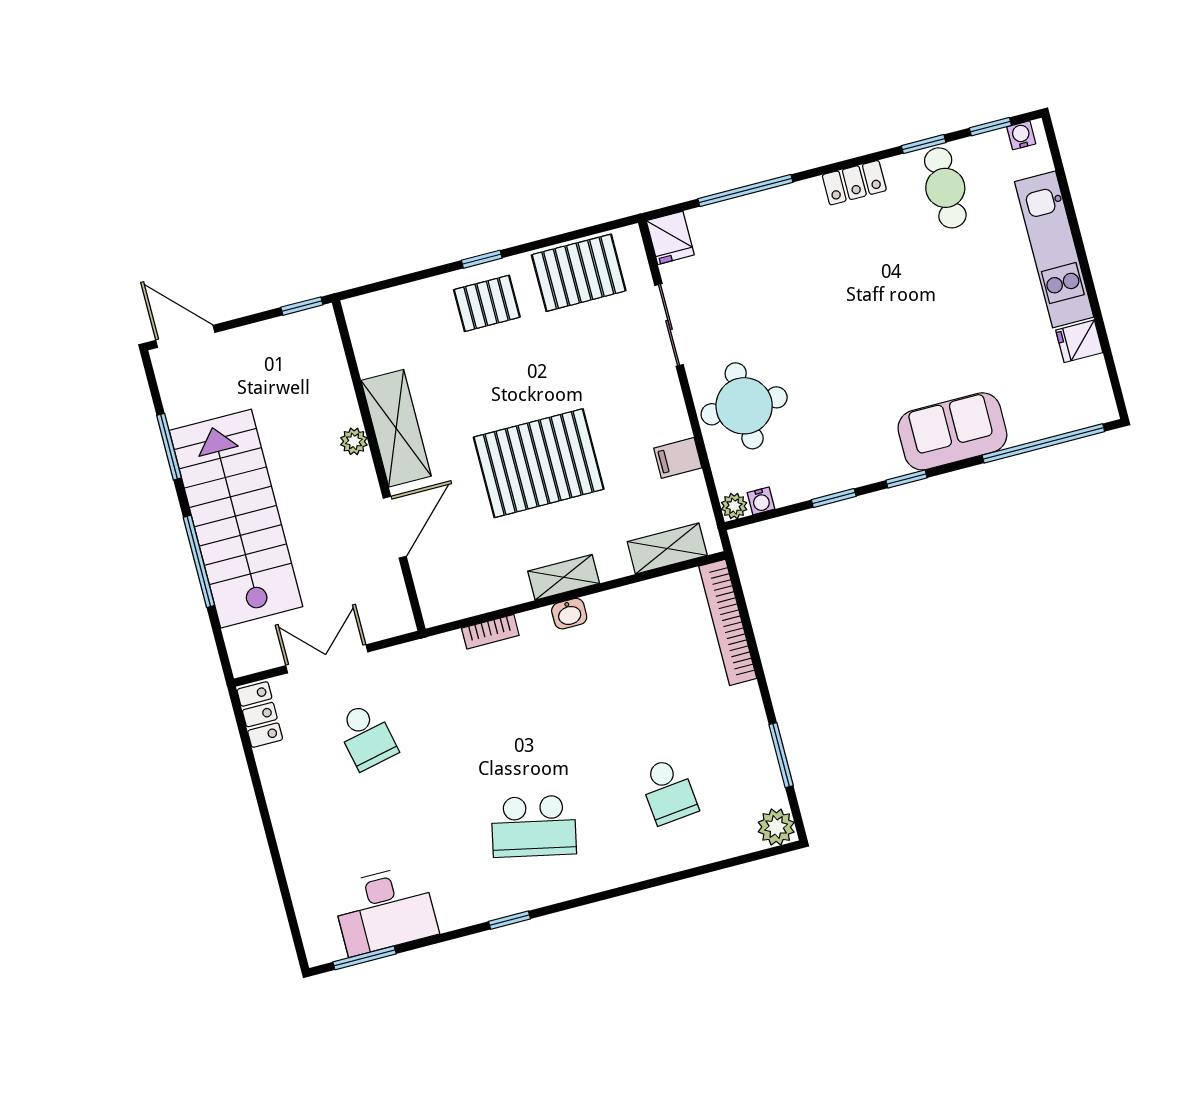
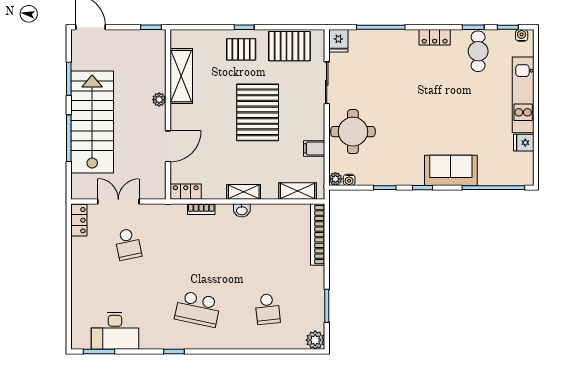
shelving: (396, 428) -> (181, 76), moved
pallet: (539, 463) -> (258, 112), moved, turned 90
locker: (452, 606) -> (186, 192), added

